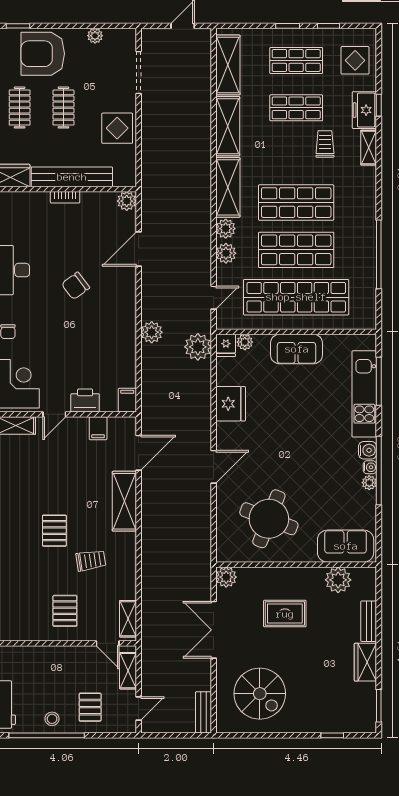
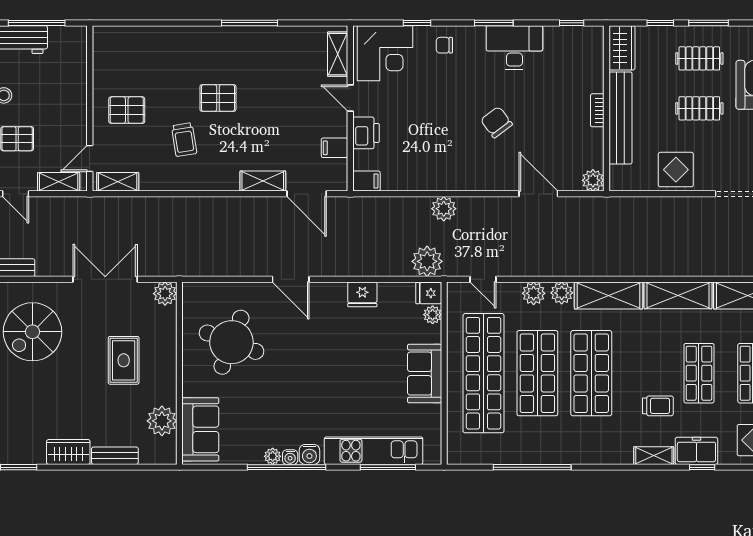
fridge: (231, 404) -> (362, 294), width x0.73, depth x0.75
shelving: (124, 501) -> (263, 181), width x0.67, depth x0.75

